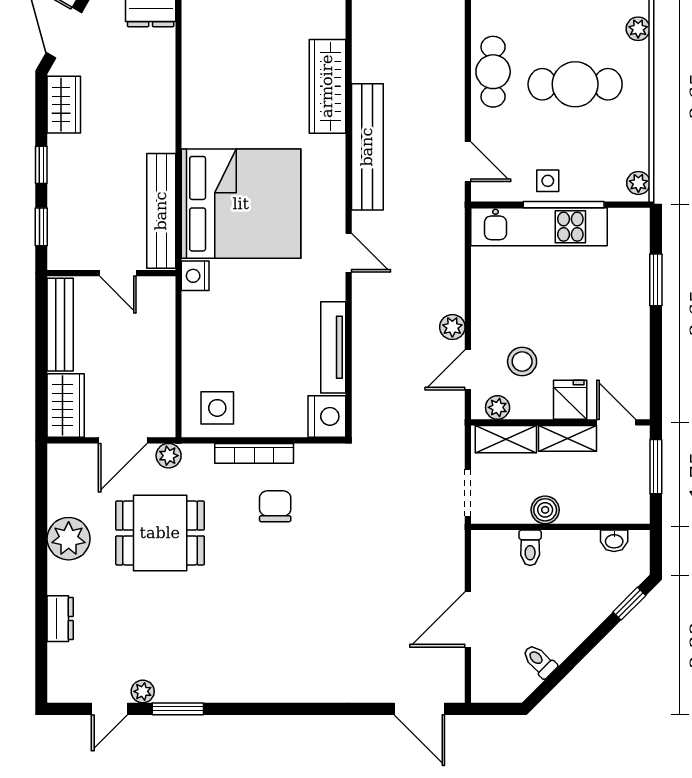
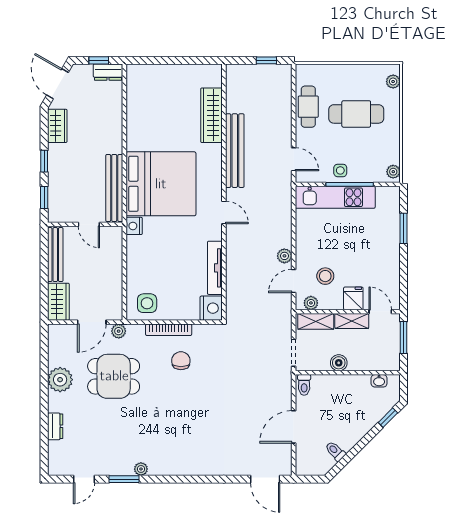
toilet: (530, 548) -> (304, 385), moved
plant: (143, 691) -> (141, 469), moved

